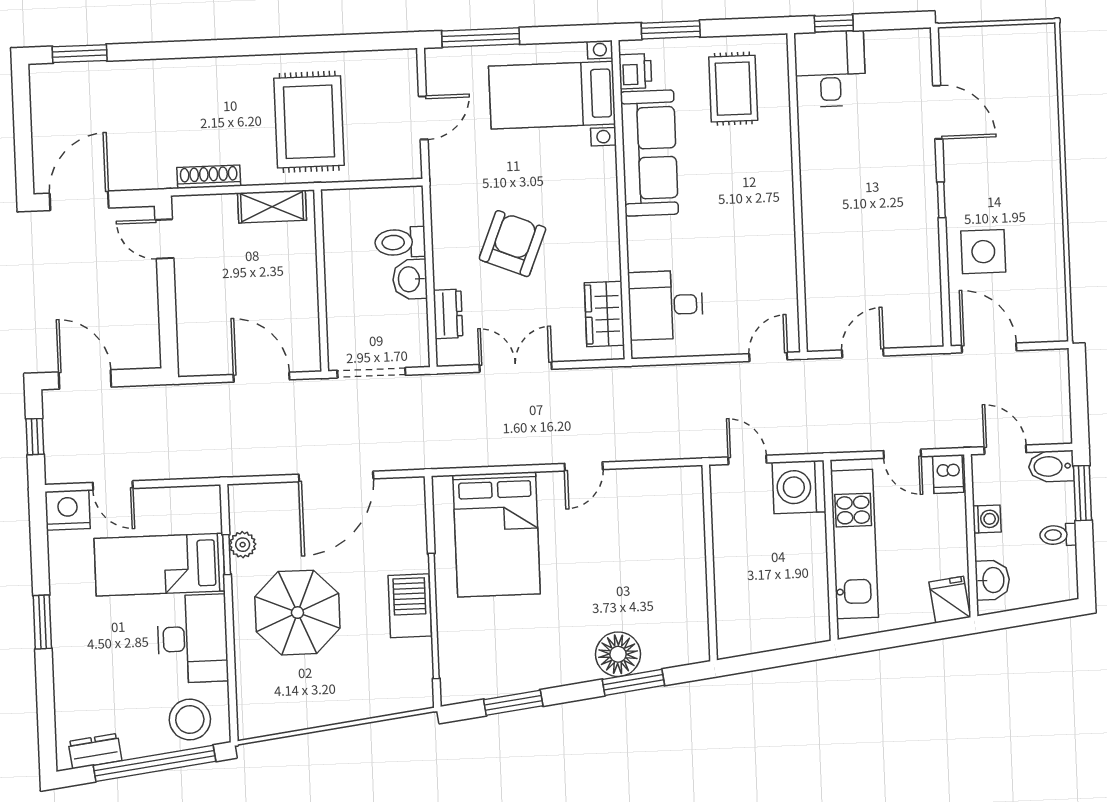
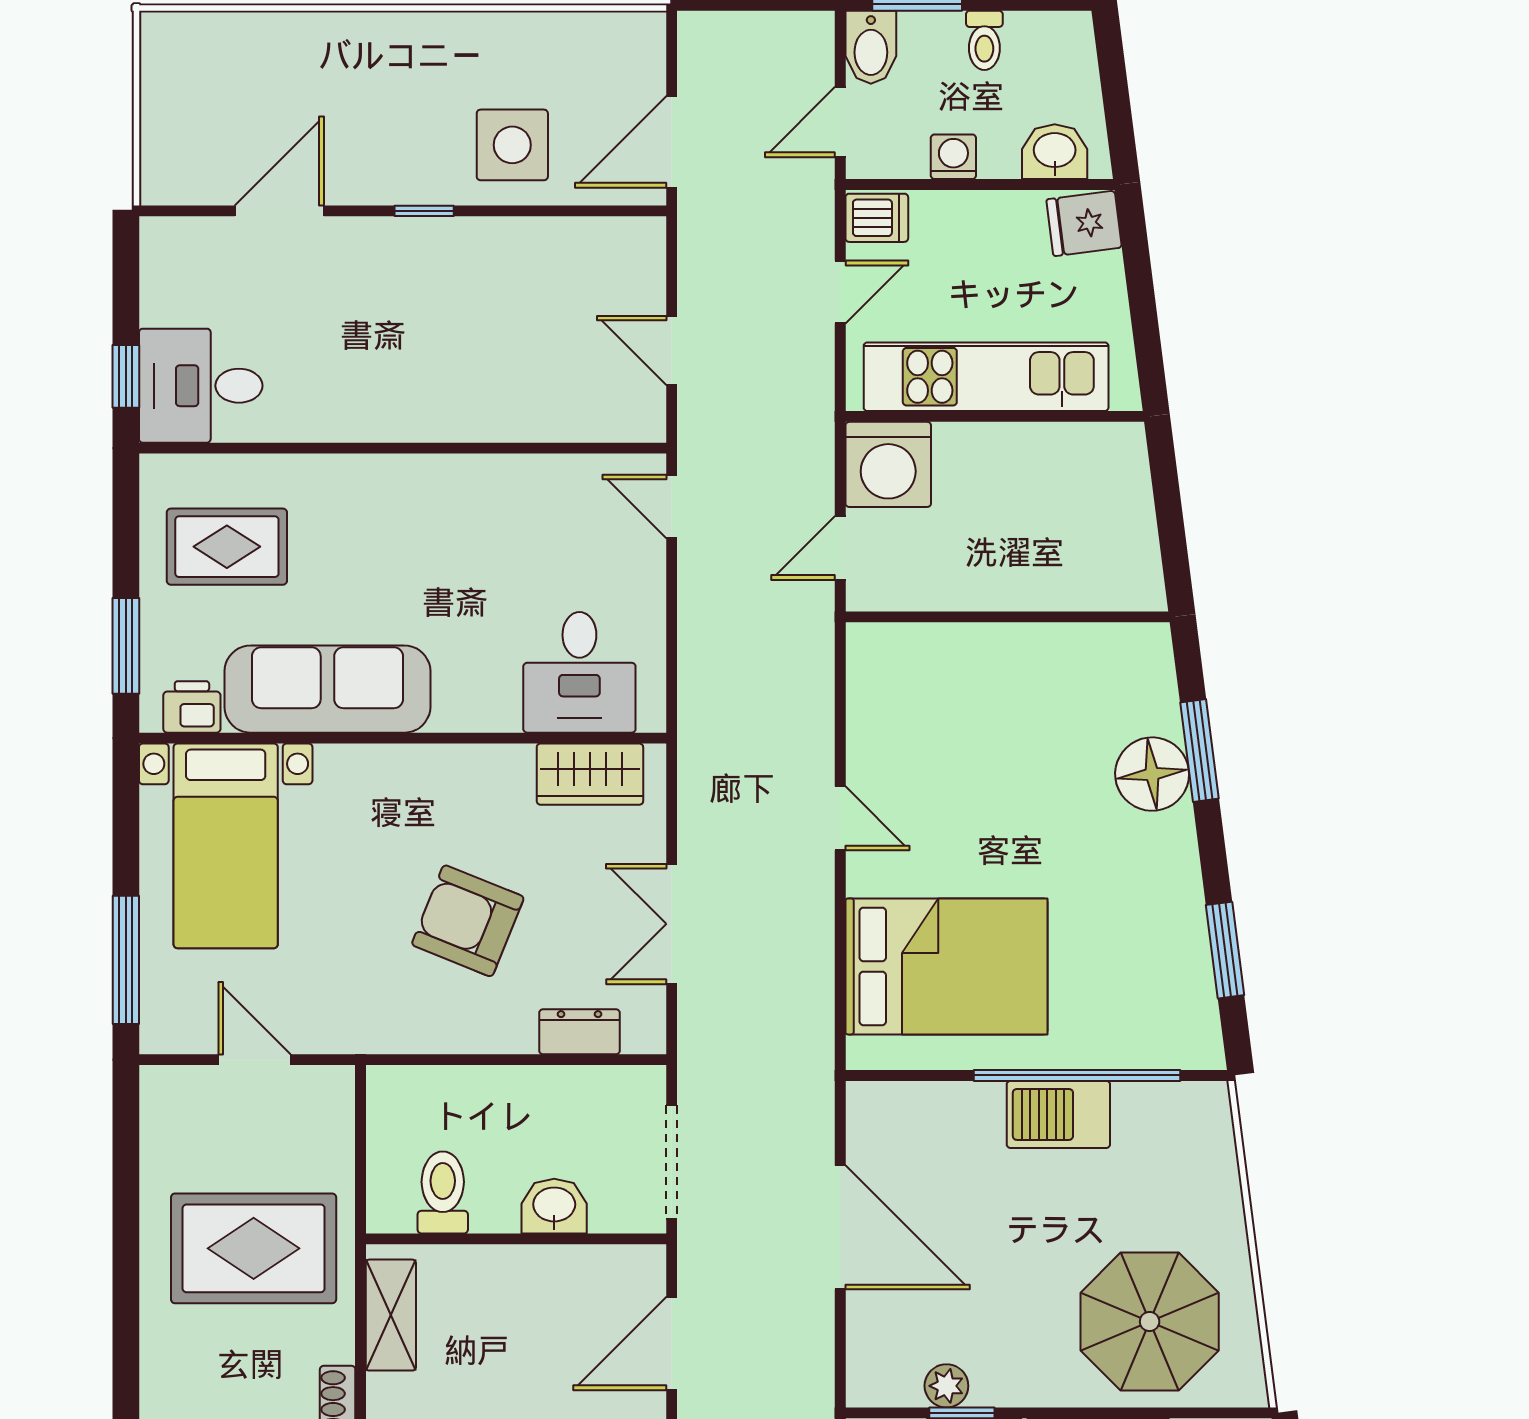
toilet: (400, 242) -> (443, 1192), moved, turned 180
washbasin: (410, 279) -> (554, 1206), moved, turned 180
parasol: (297, 613) -> (1150, 1322), moved

